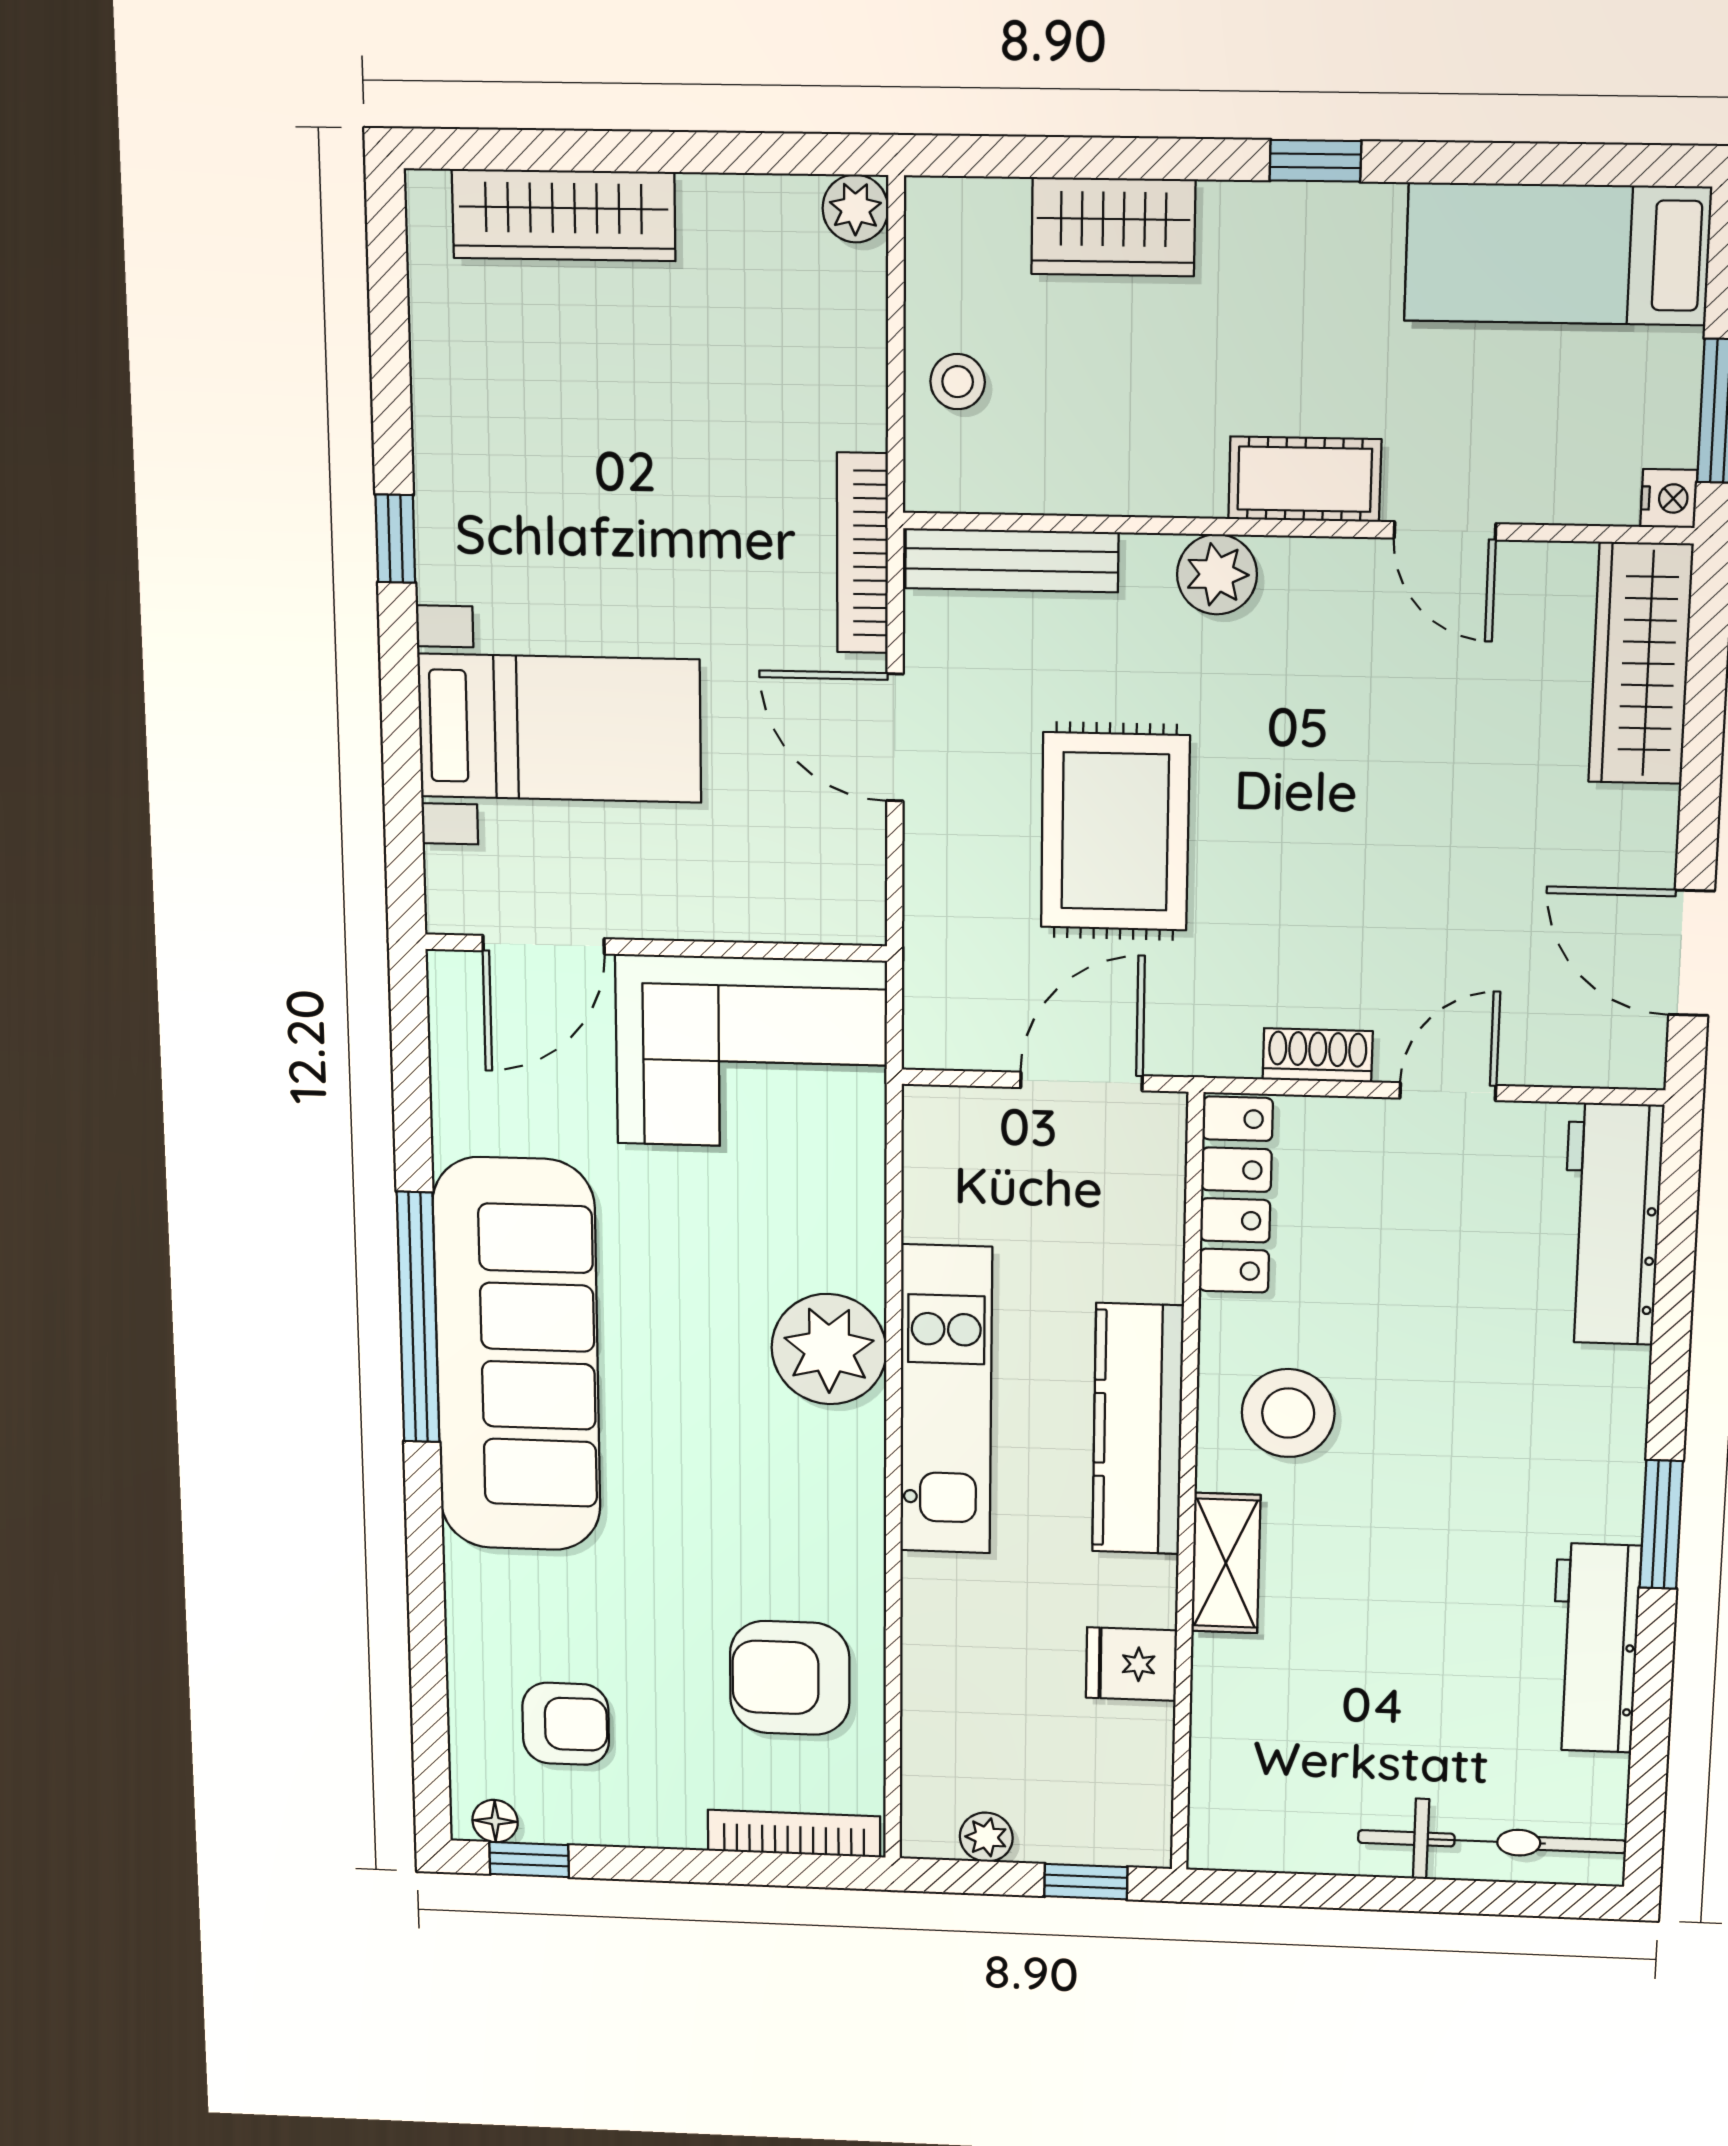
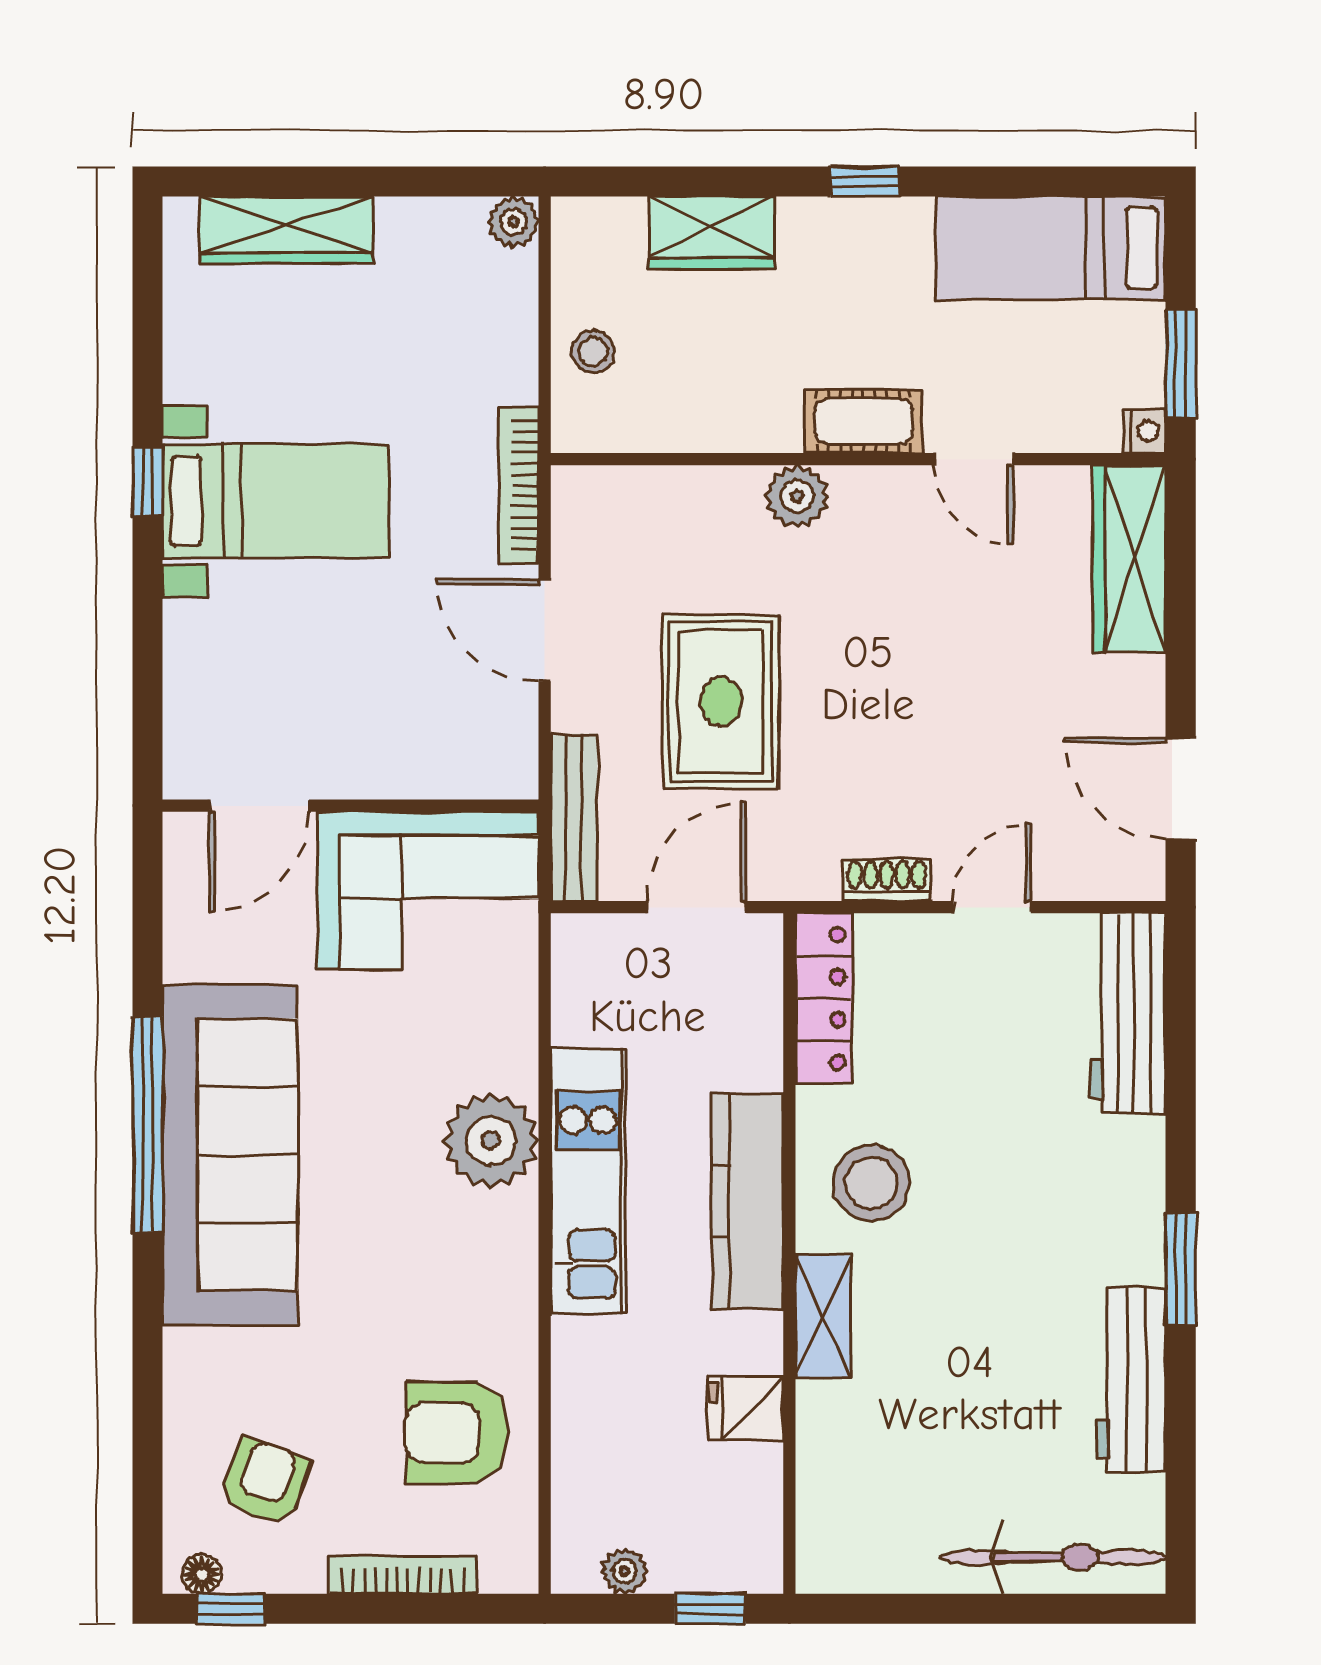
bench: (1012, 560) -> (574, 818), moved, turned 90
bed with nightstands: (559, 728) -> (276, 501), moved
armchair: (566, 1724) -> (265, 1482), turned -70
bookcase: (794, 1834) -> (403, 1575), moved

